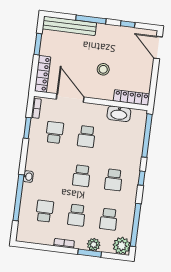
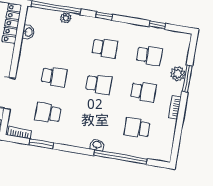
washbasin: (119, 114) -> (28, 32), width x0.52, depth x0.69
window: (136, 225) -> (157, 25), width x0.32
plant: (122, 246) -> (66, 18), moved, width x0.53, depth x0.53

